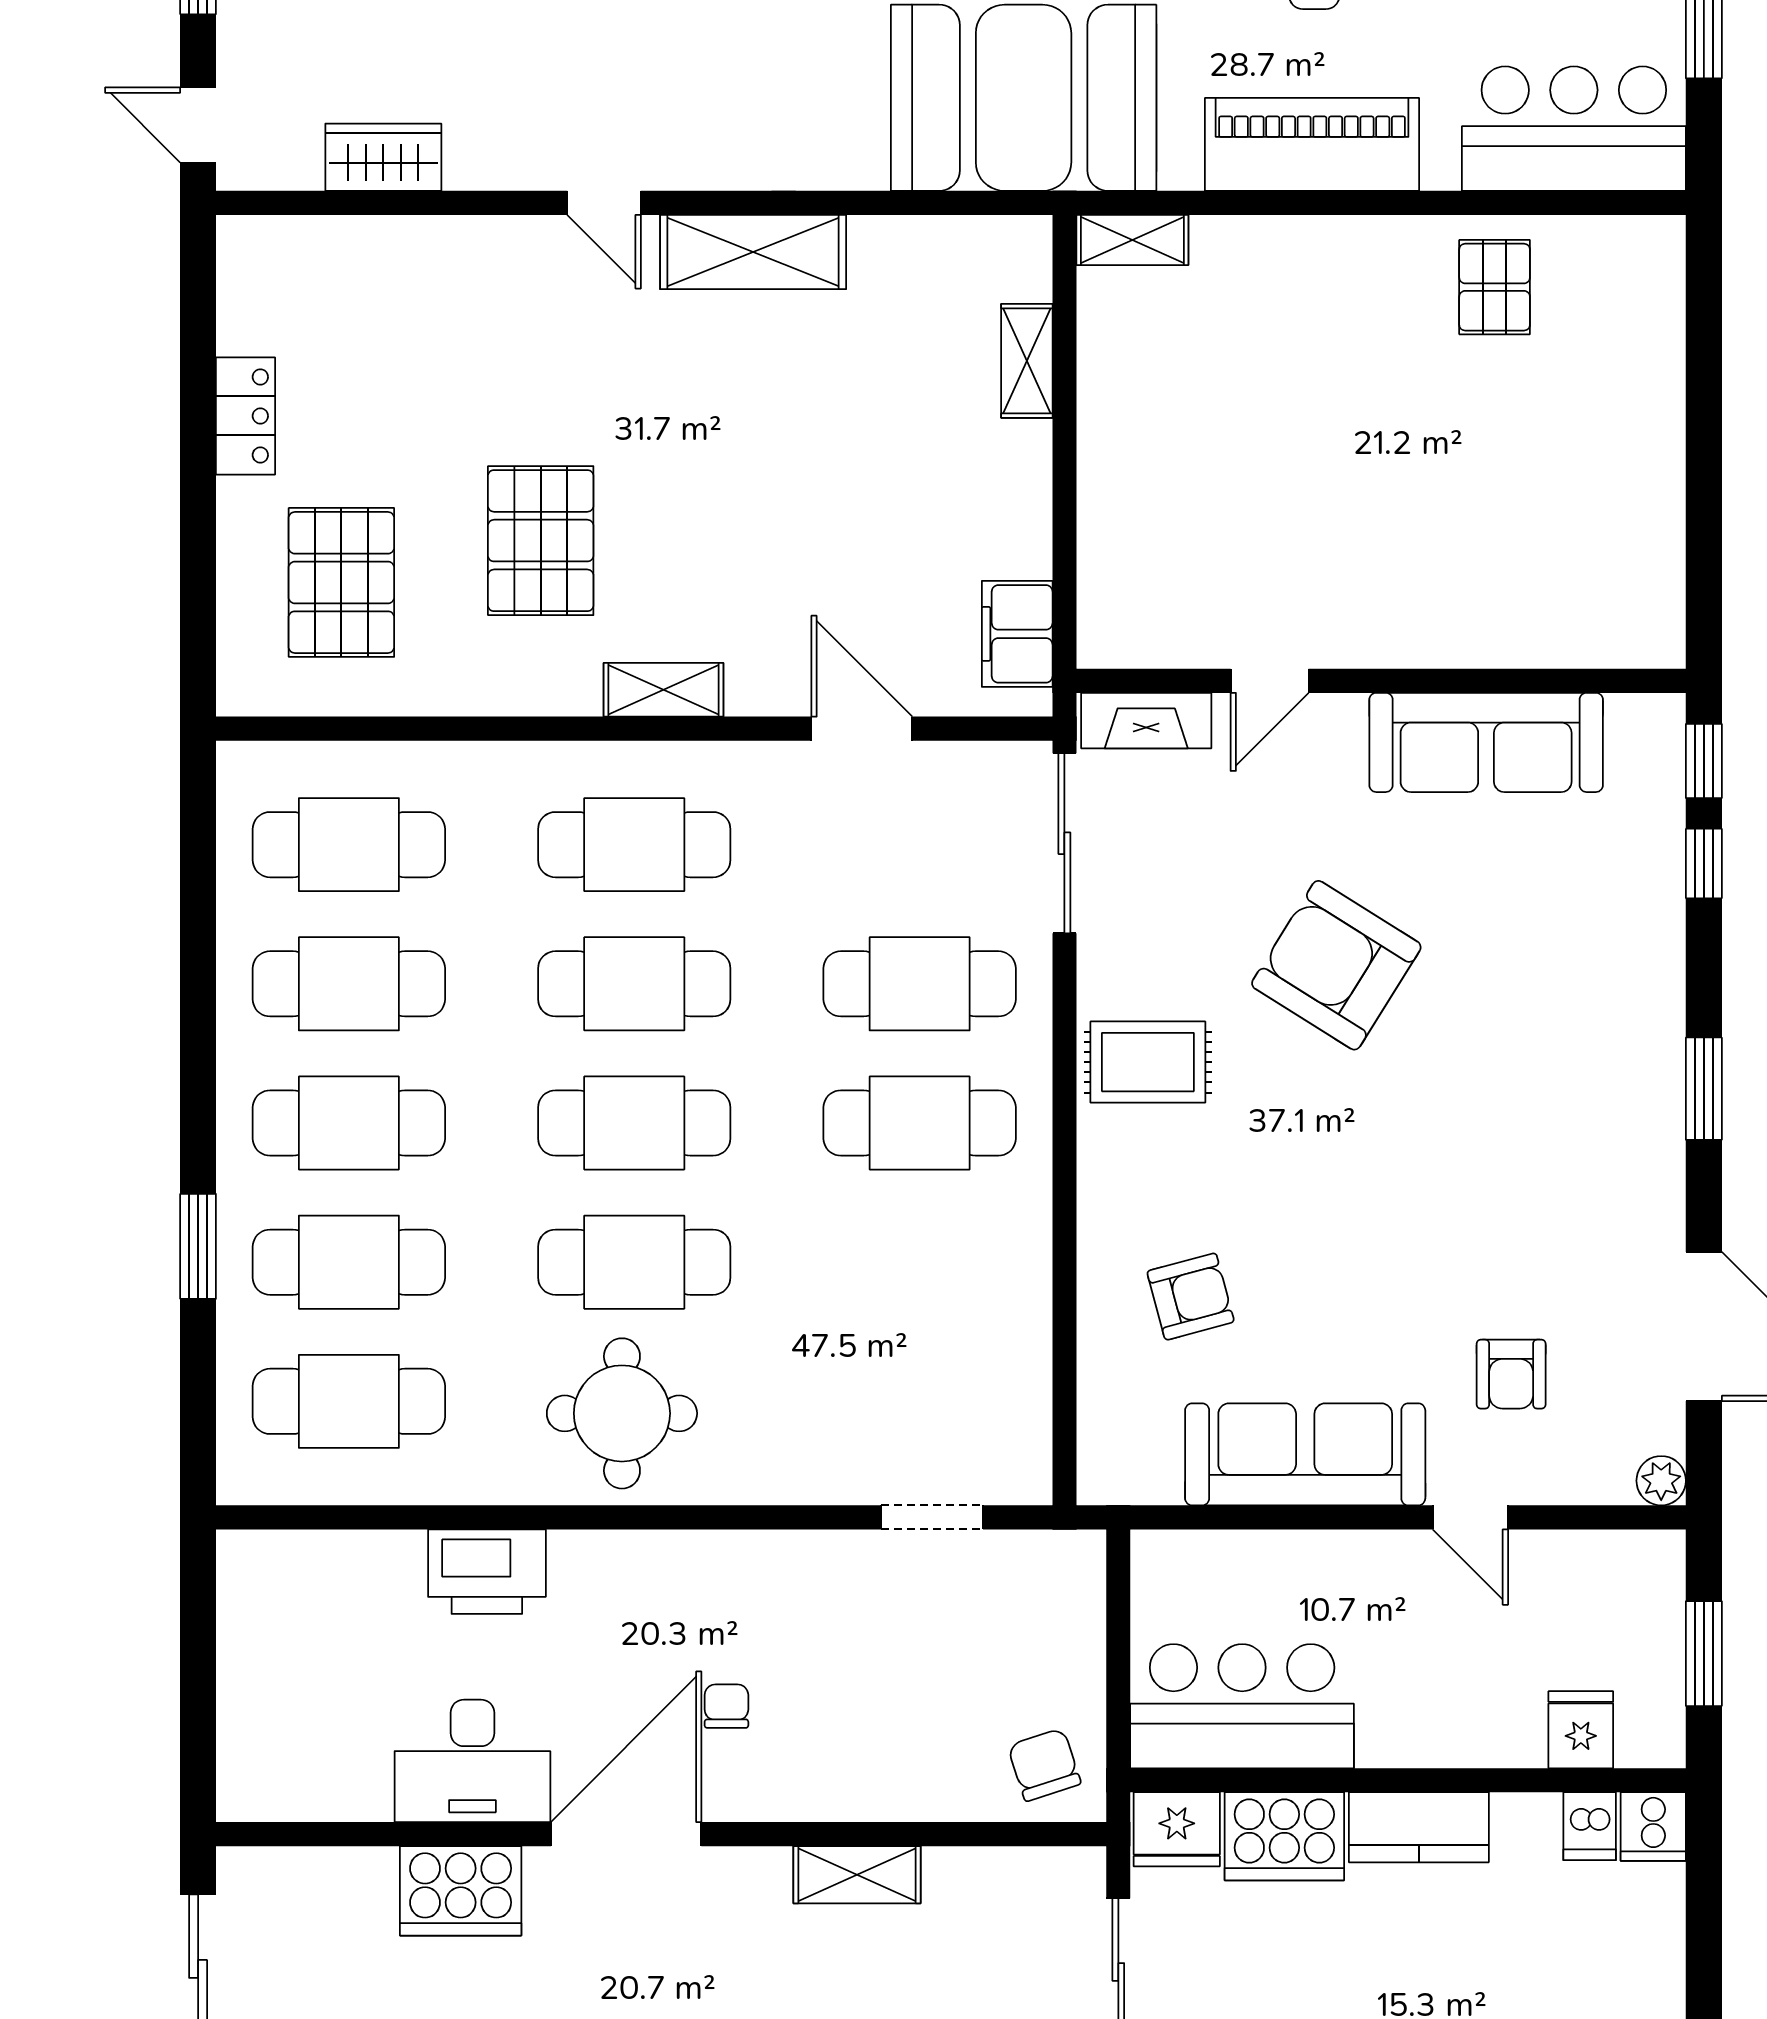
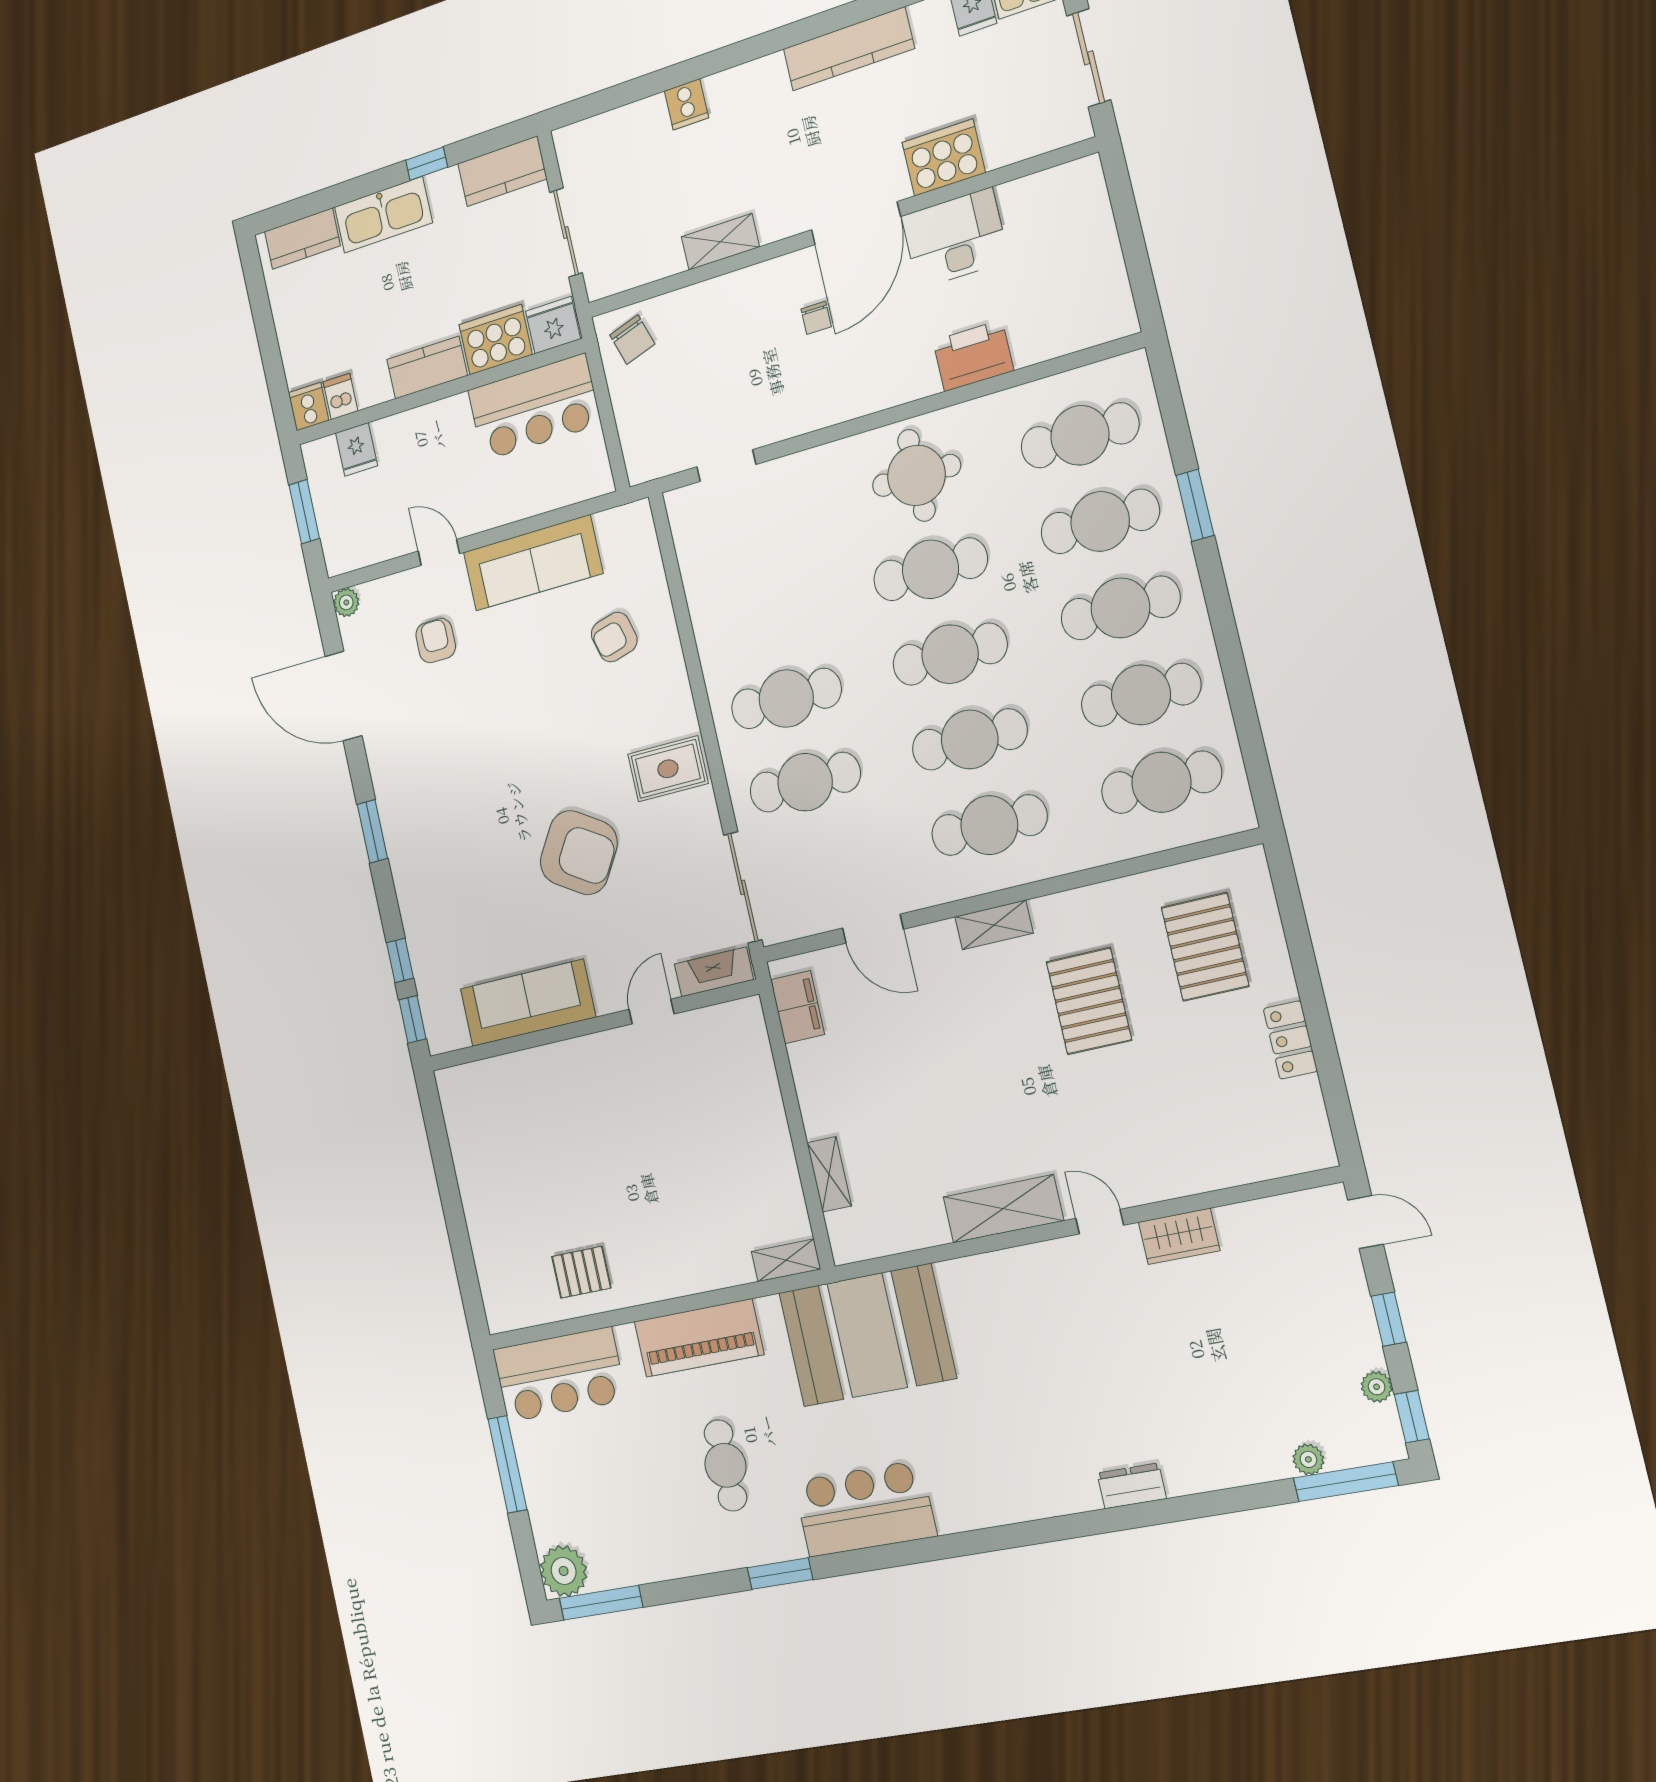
wardrobe: (383, 157) -> (1179, 1236), moved
pallet: (1495, 287) -> (581, 1272), turned 90

